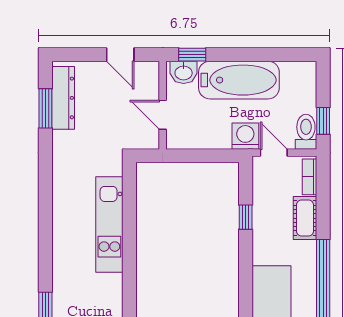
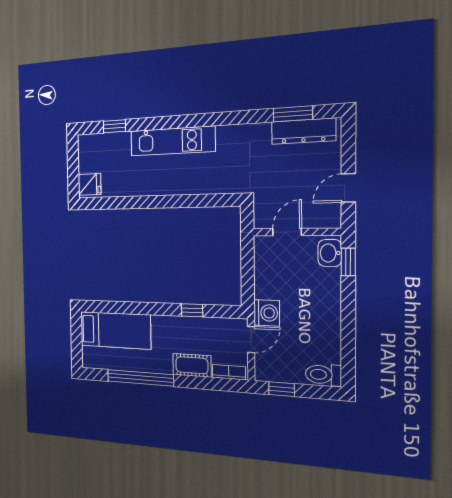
bathtub: (239, 80) -> (322, 309), removed
toilet: (306, 132) -> (323, 375), moved, turned 180
kitchen unit: (109, 225) -> (172, 141), moved, turned 180

